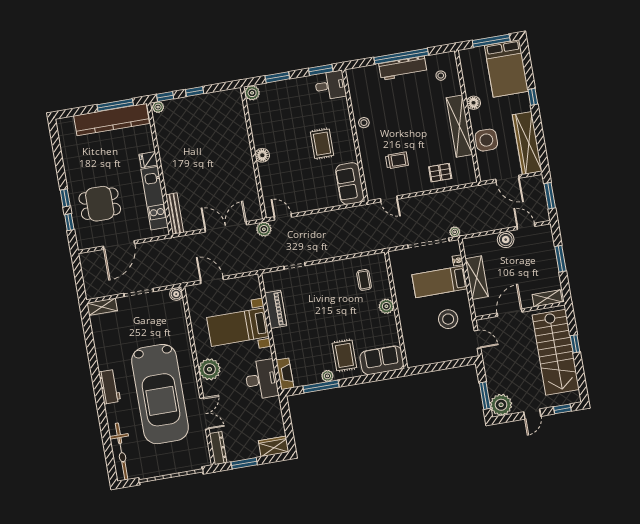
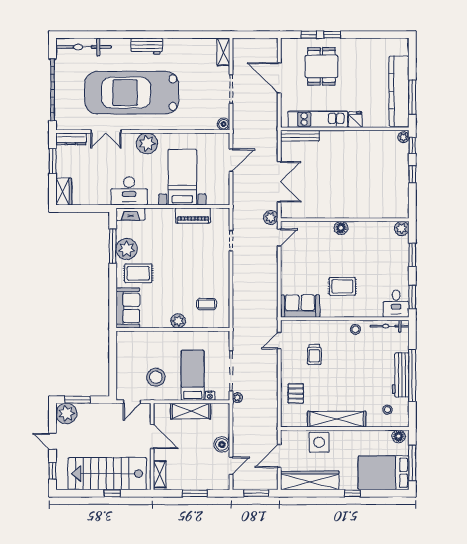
bicycle: (355, 88) -> (390, 326), added
floor lamp: (474, 103) -> (399, 436), moved
plant: (327, 376) -> (127, 249), width x1.87, depth x1.87

